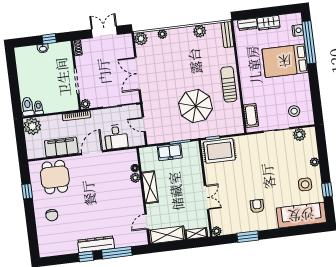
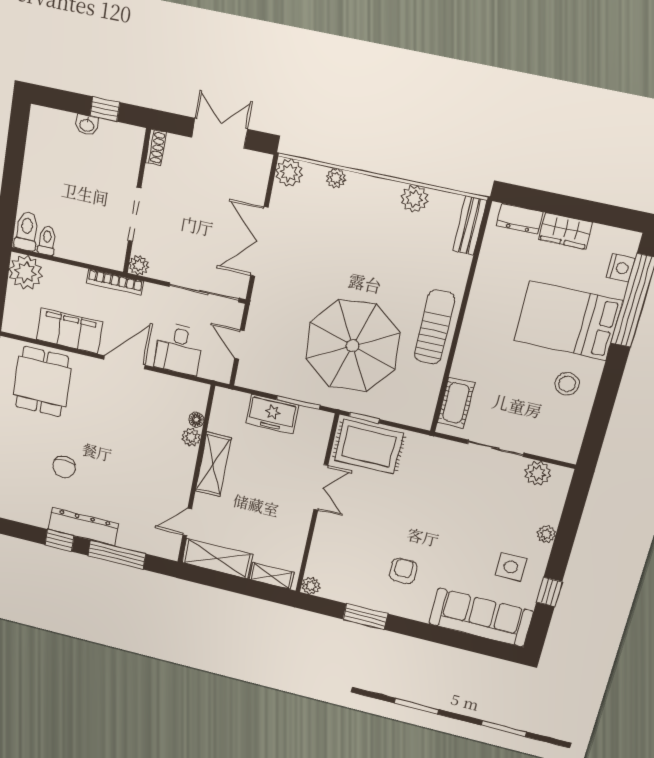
parasol: (196, 106) -> (353, 346), width x1.36, depth x1.36
stool: (294, 111) -> (567, 384), moved
double door: (207, 198) -> (321, 487), moved
chair: (52, 215) -> (64, 467), moved

